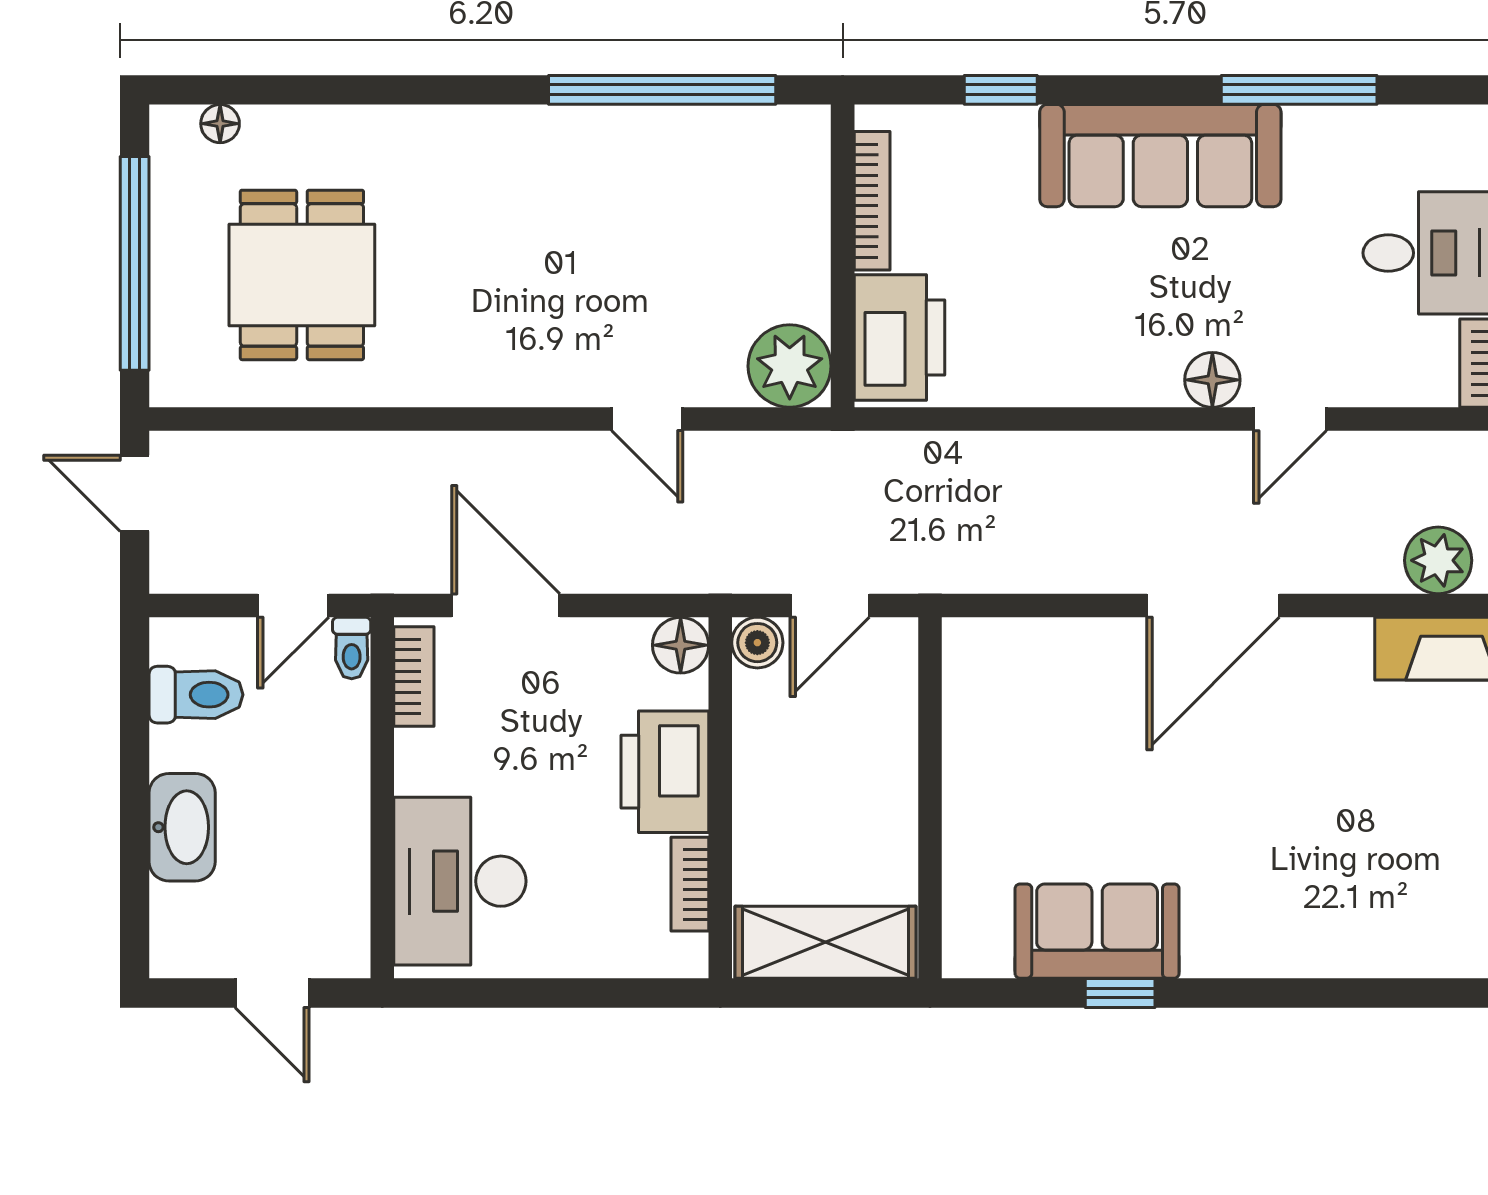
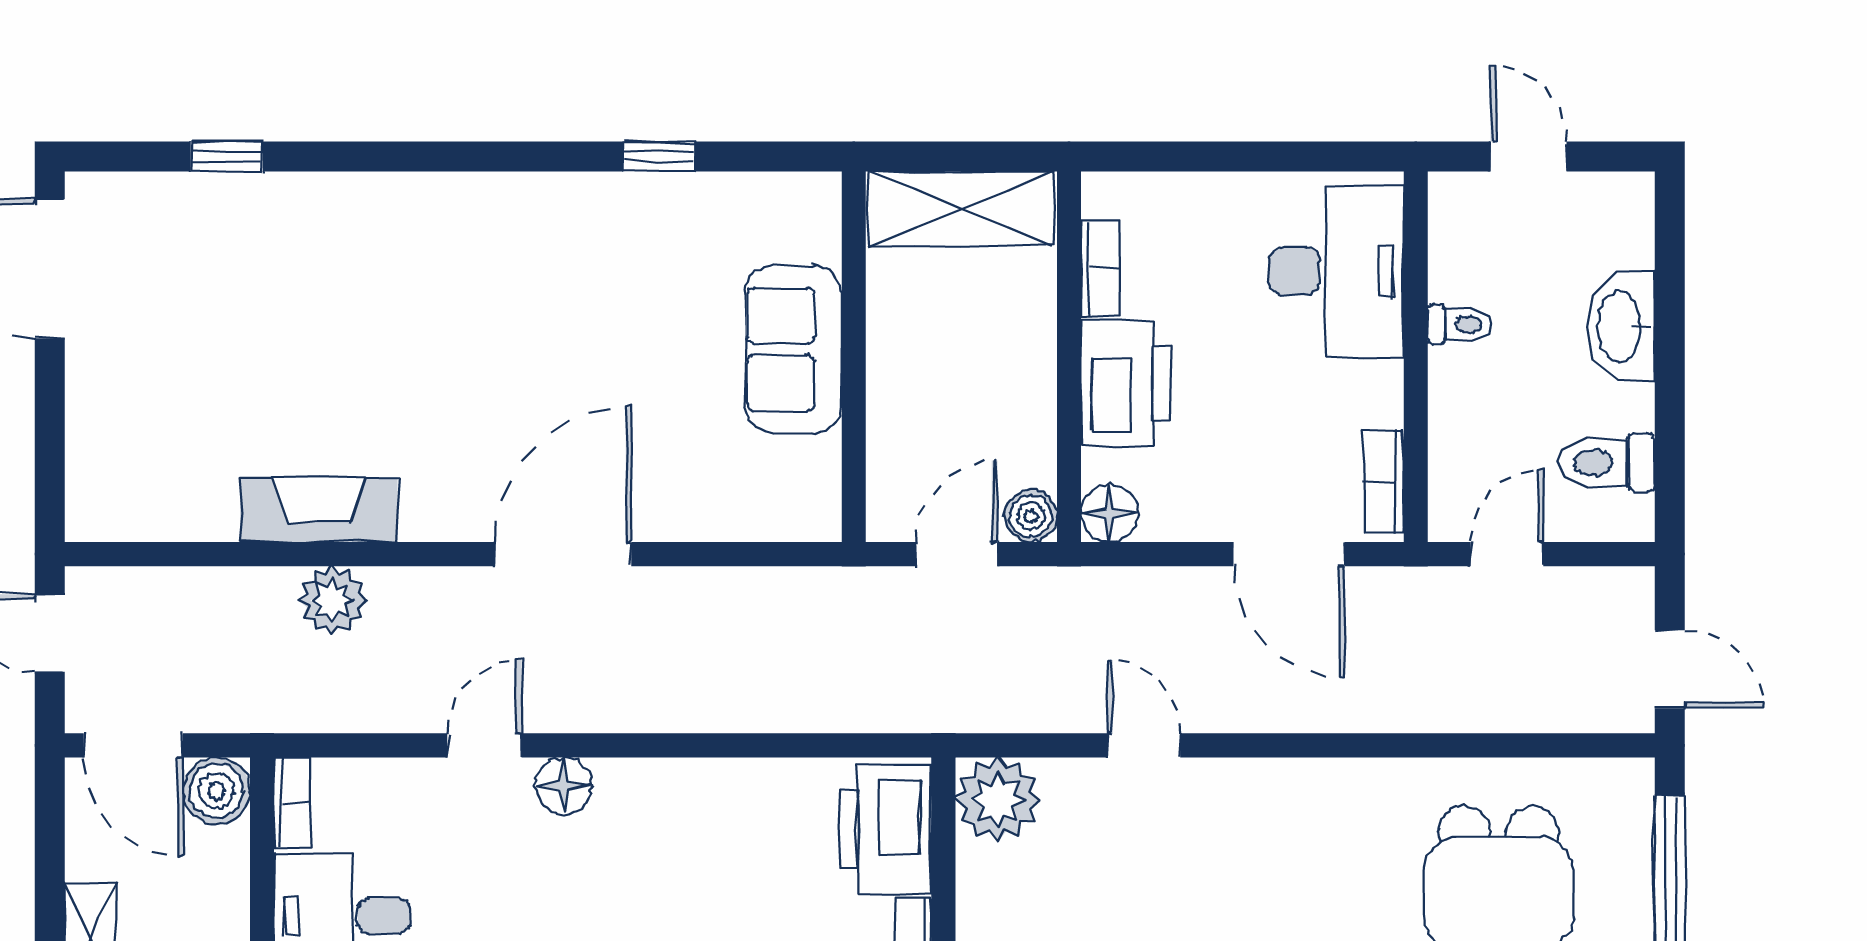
toilet: (352, 648) -> (1459, 324), moved, turned 90
sofa: (1097, 931) -> (793, 349), moved, turned 90

